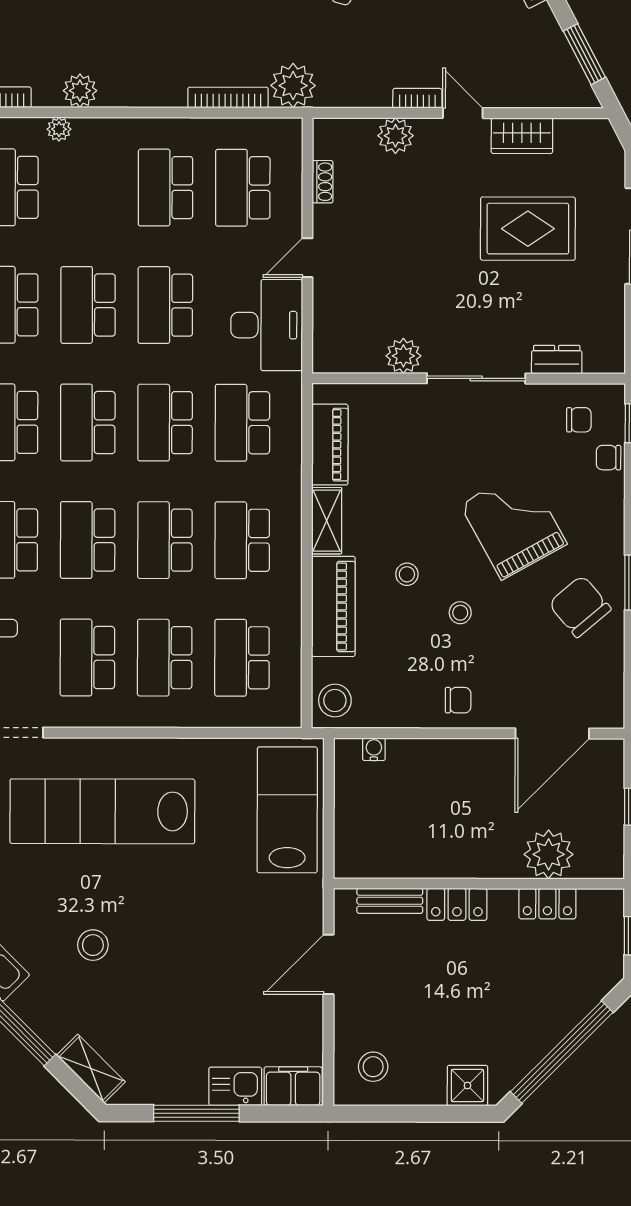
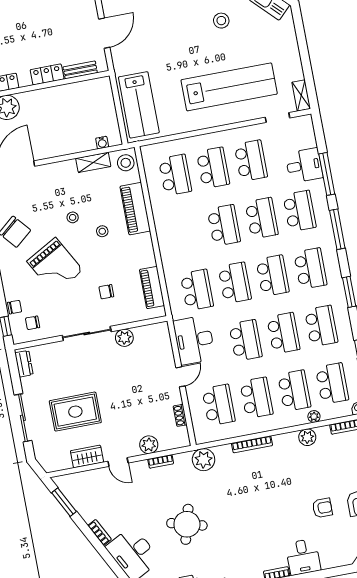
bookcase: (228, 98) -> (252, 444), moved
bookcase: (417, 98) -> (161, 461), moved
dresser: (557, 360) -> (24, 364), moved, turned -90
shelving: (327, 521) -> (93, 162), moved, turned 90
school desk: (242, 540) -> (294, 391), moved
chair: (458, 700) -> (106, 292), moved

